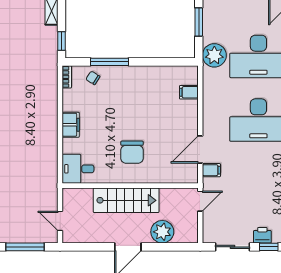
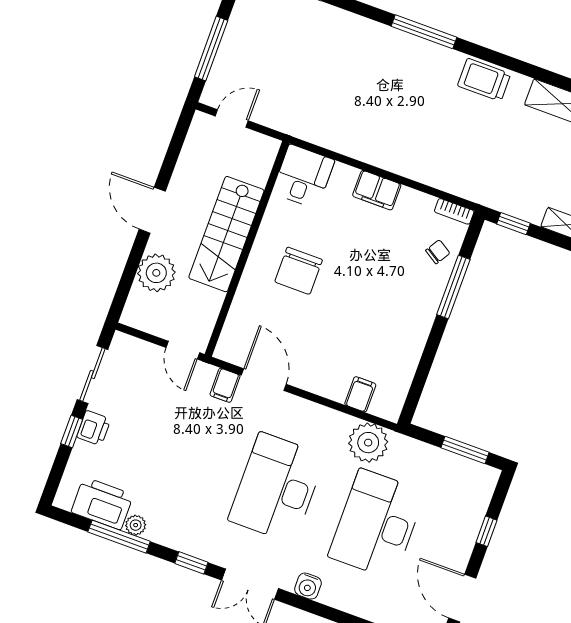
plant: (214, 55) -> (368, 443), moved
chair: (132, 152) -> (299, 271), turned -90

